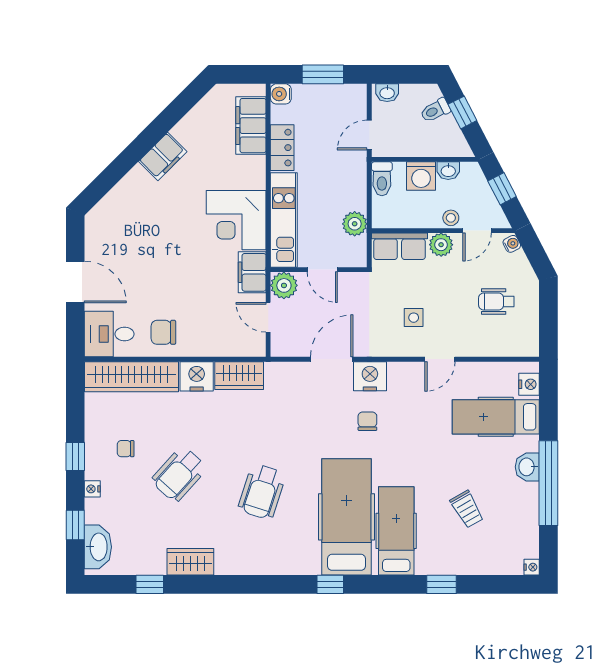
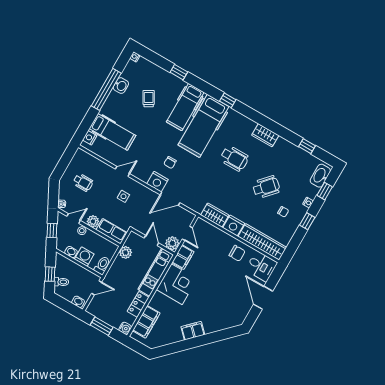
washbasin: (527, 467) -> (121, 86), moved
wheelchair: (262, 492) -> (234, 158), turned 72
wardrobe: (190, 562) -> (265, 135), moved

